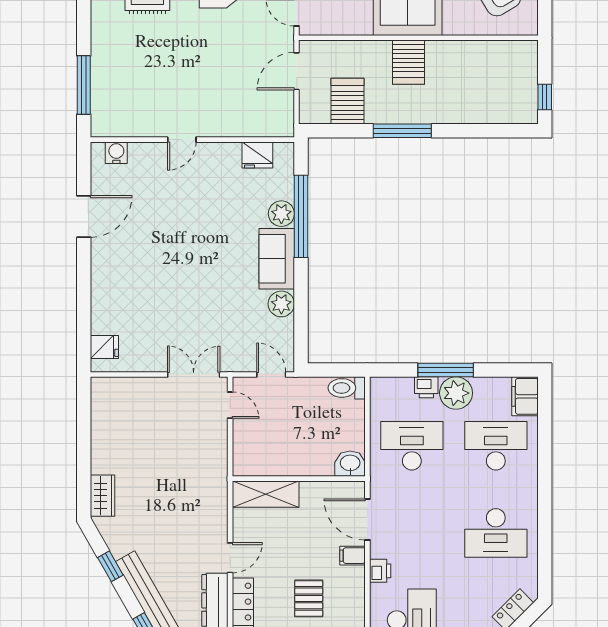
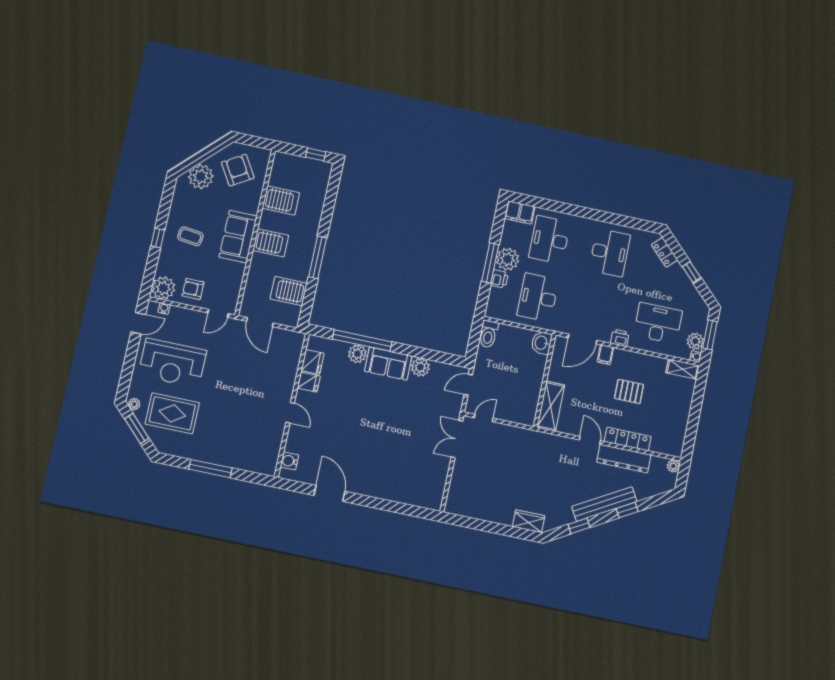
server rack: (470, 63) -> (281, 200), added
window: (84, 85) -> (210, 469), moved
fridge: (104, 347) -> (309, 382), moved, turned 90

